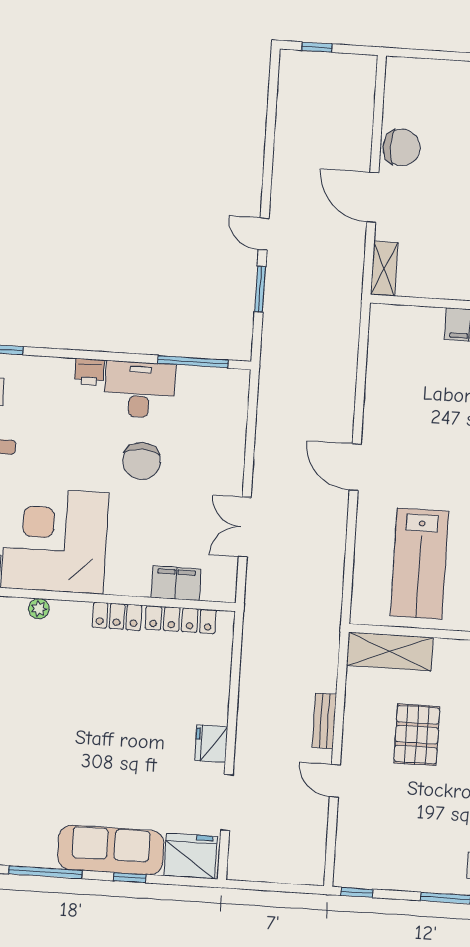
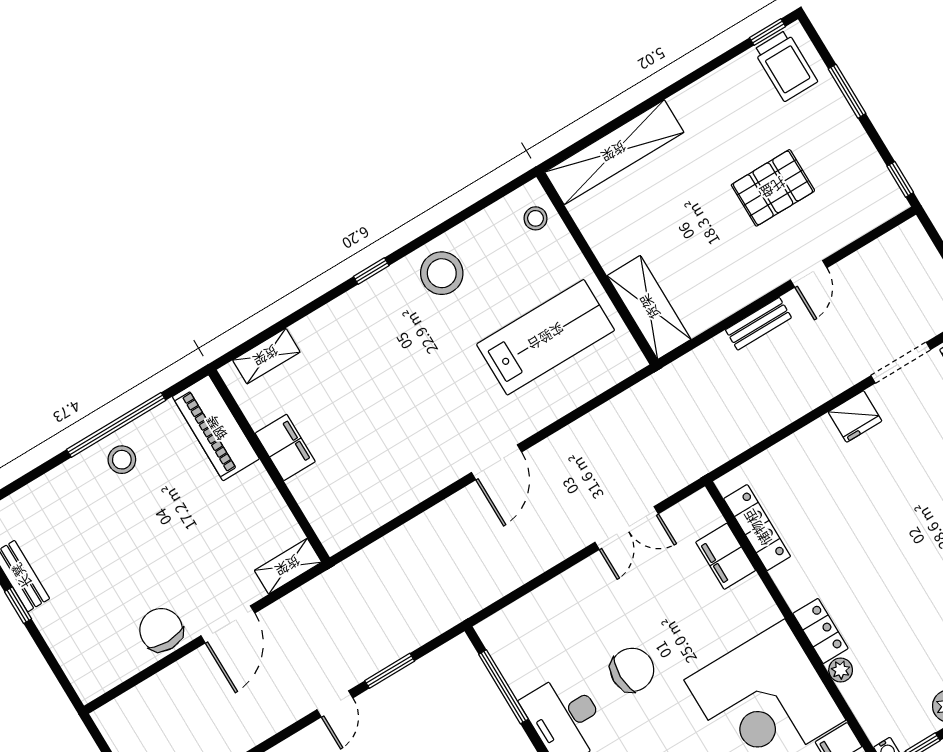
locker: (117, 616) -> (821, 631), moved
pallet: (417, 735) -> (773, 188), moved

